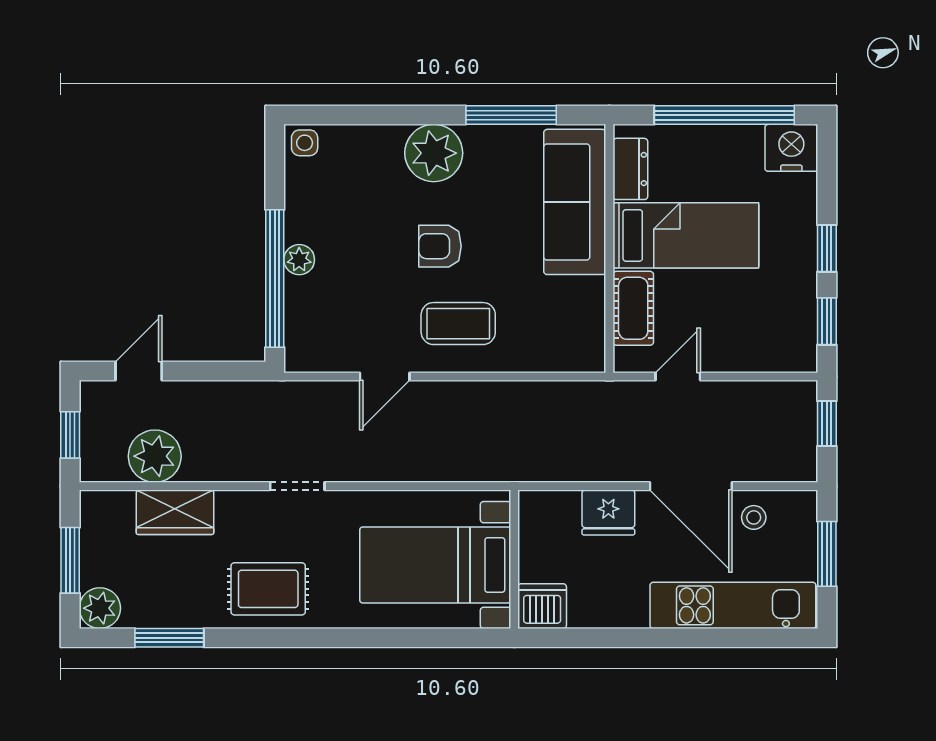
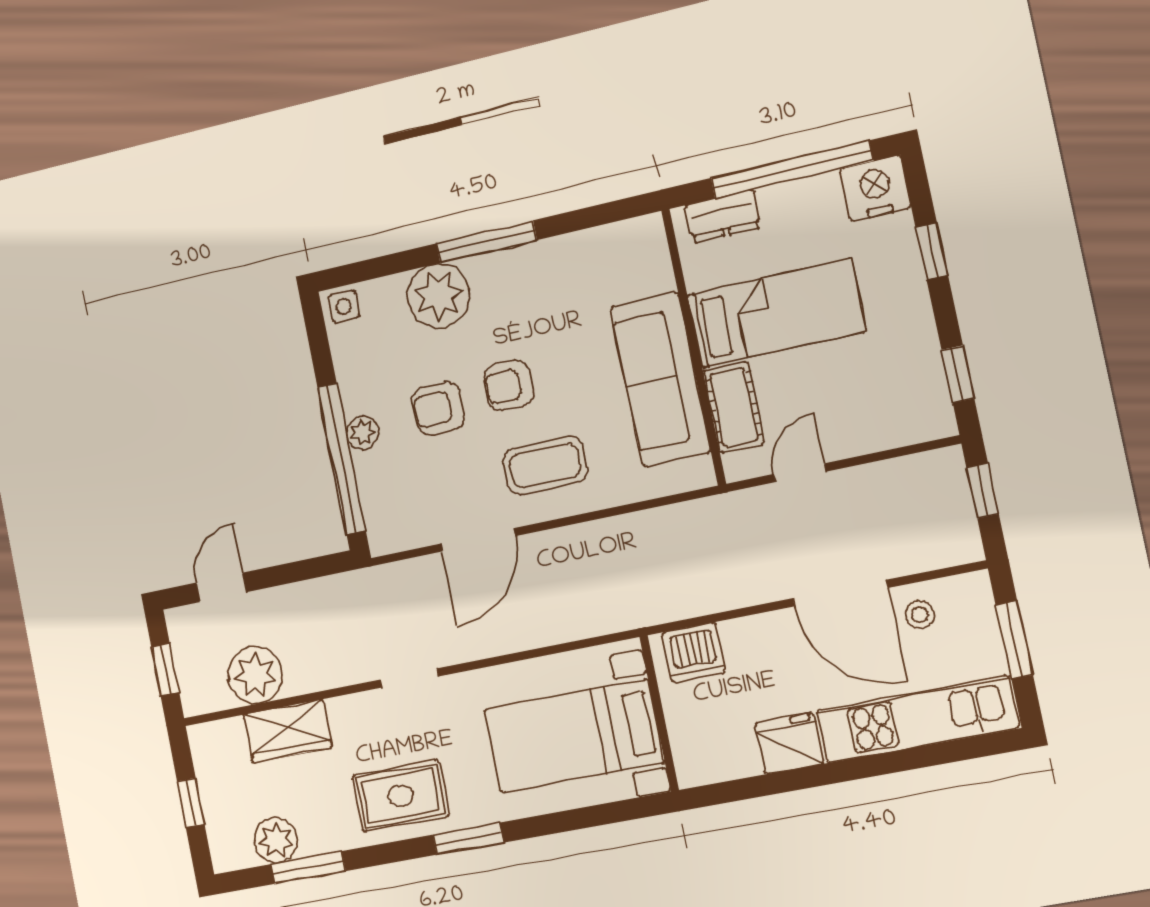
window: (511, 115) -> (486, 242), moved
plant: (434, 153) -> (439, 296), moved
dresser: (630, 169) -> (723, 216), moved, turned 90
sofa: (575, 202) -> (660, 379), moved
window: (827, 248) -> (932, 251), moved
armchair: (373, 253) -> (438, 408), added
door: (385, 376) -> (478, 540), width x1.38
fridge: (608, 512) -> (789, 744), moved, turned 180
window: (70, 560) -> (191, 803), width x0.67
dishwasher: (542, 606) -> (694, 652), moved, turned 180
plant: (100, 608) -> (276, 840), moved
window: (322, 638) -> (468, 839), added

